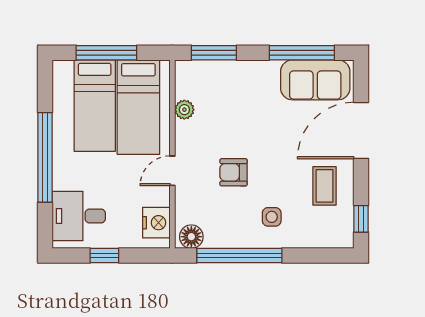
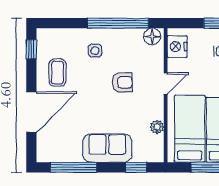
window: (214, 53) -> (136, 167), width x0.67
sofa: (315, 80) -> (107, 148), moved

